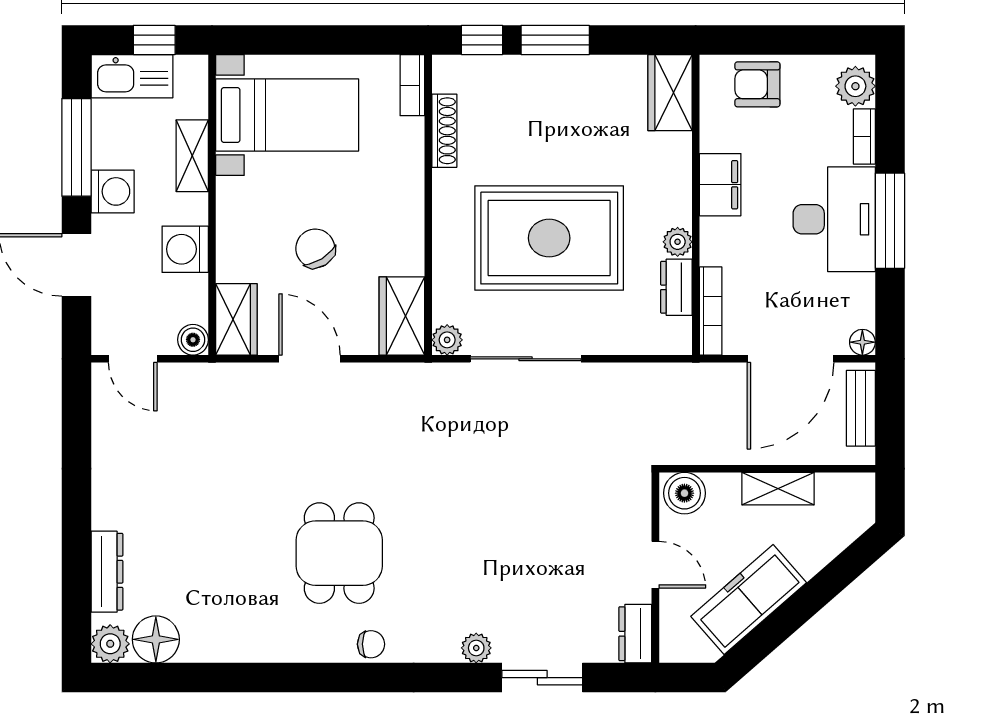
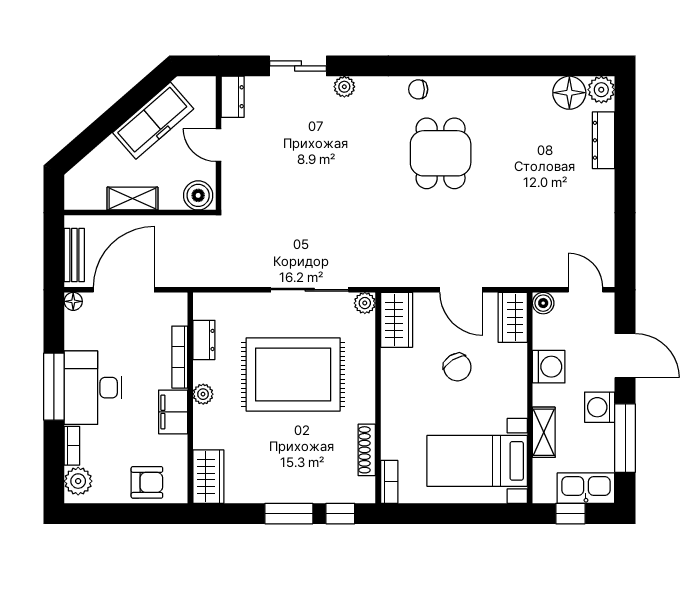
plant: (678, 242) -> (203, 394), moved
bookcase: (711, 311) -> (180, 357), moved

